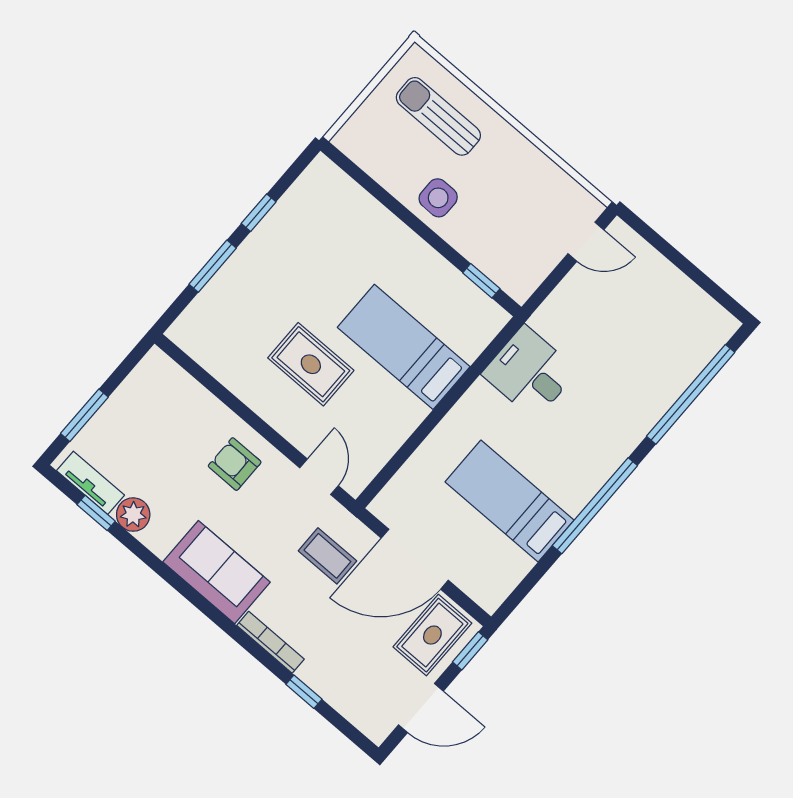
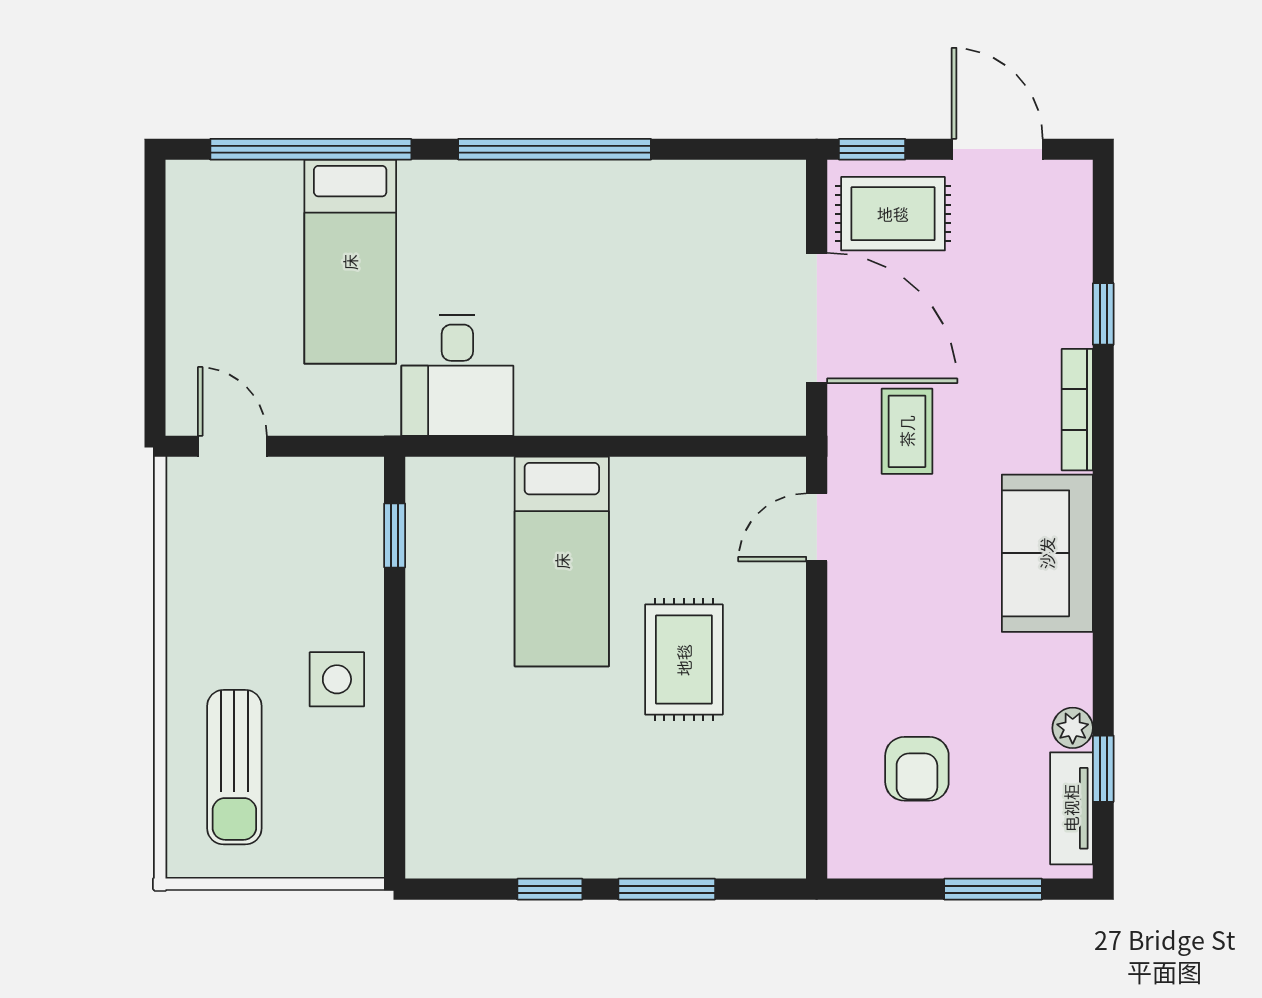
armchair: (235, 464) -> (917, 769), moved
bed: (510, 501) -> (350, 262), moved
plant: (133, 515) -> (1073, 728), width x0.73, depth x0.73

